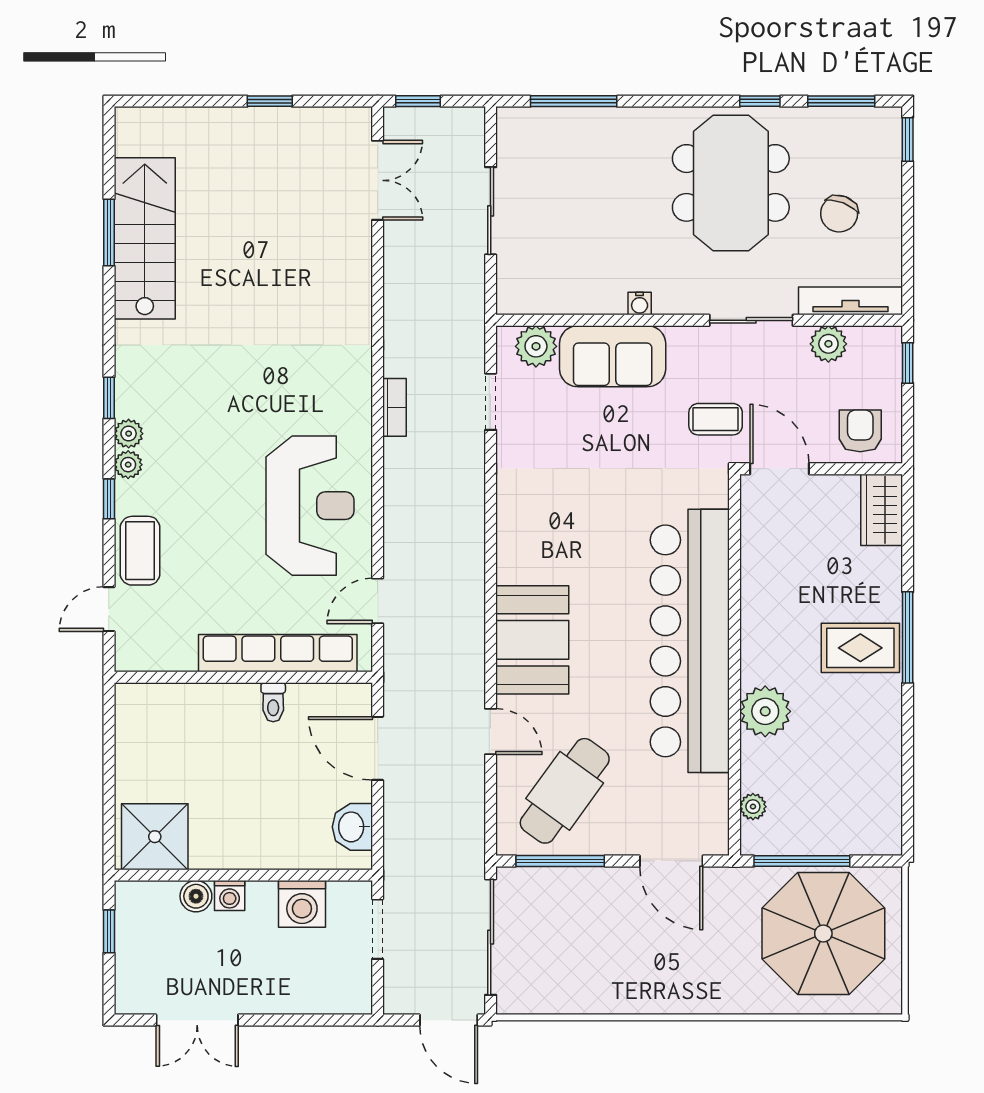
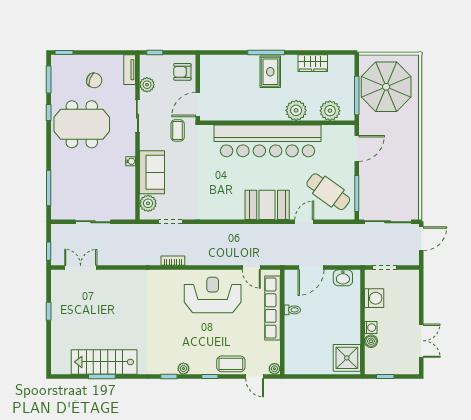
tv unit: (850, 301) -> (130, 70), width x0.71
plant: (128, 465) -> (274, 369), moved
wardrobe: (882, 510) -> (313, 63), moved
plant: (753, 807) -> (330, 111), width x1.87, depth x1.87

